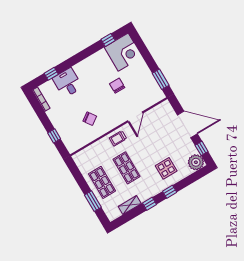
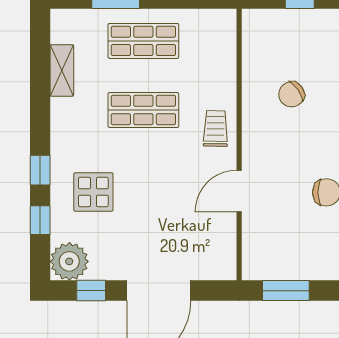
door: (135, 117) -> (239, 191), hinge flipped
window: (150, 204) -> (40, 220), moved

